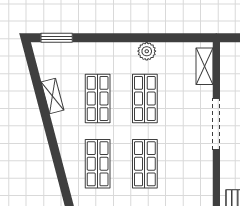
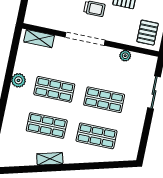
shelving: (52, 96) -> (50, 159), moved
plant: (206, 179) -> (125, 56), added

